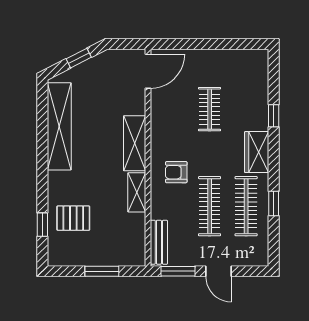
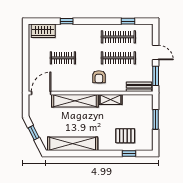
door: (148, 71) -> (41, 93), hinge flipped
shelving: (135, 143) -> (75, 101), width x1.47
wardrobe: (257, 152) -> (43, 31), moved
window: (274, 204) -> (128, 21), moved
pallet: (73, 218) -> (125, 136), turned 90
door: (219, 271) -> (156, 53), hinge flipped

